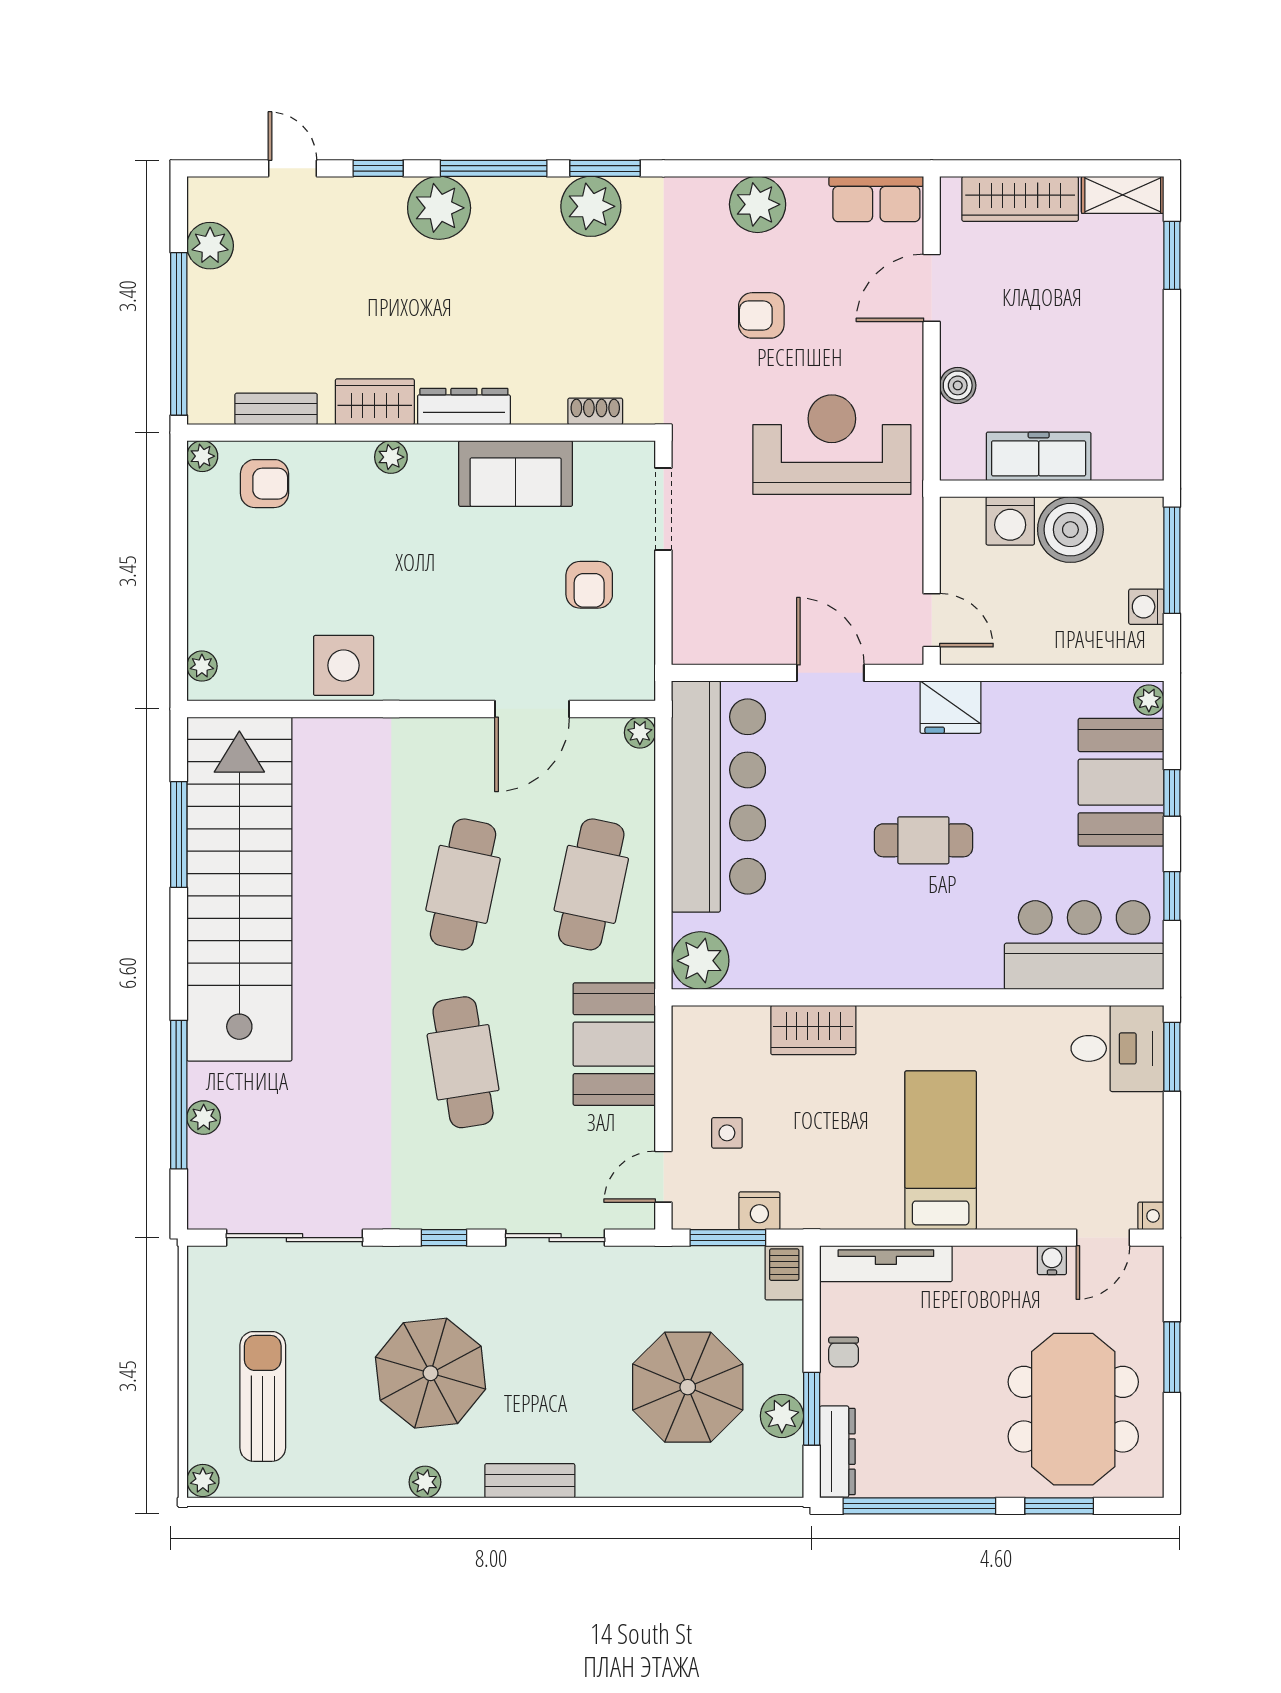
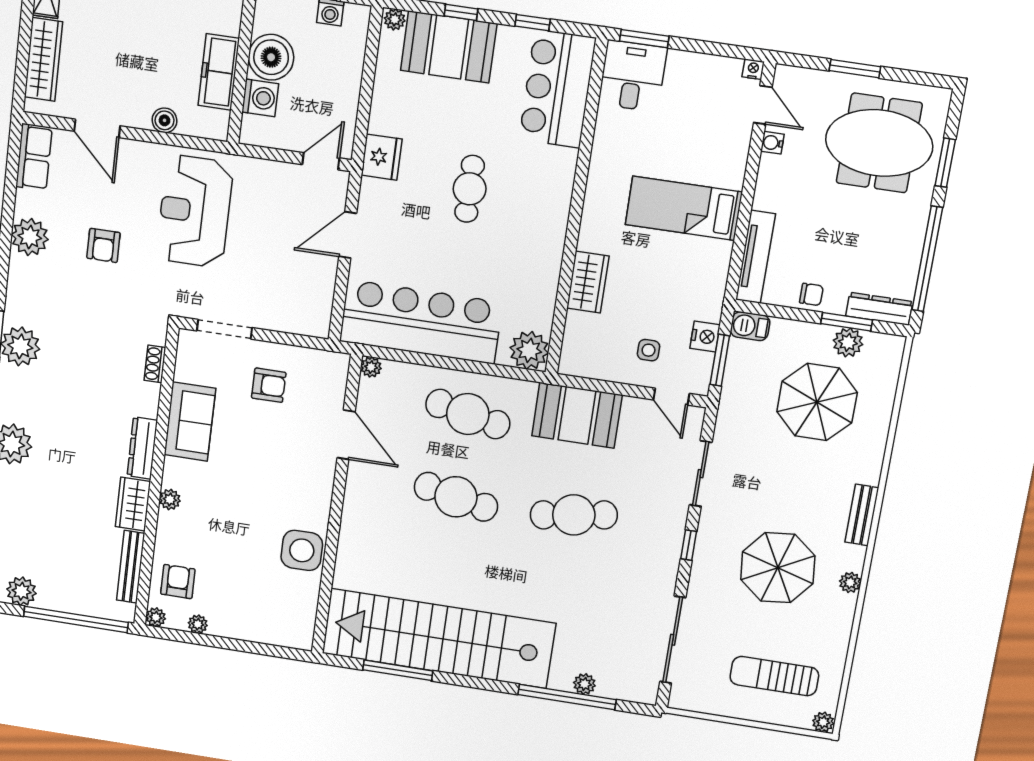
bench: (276, 409) -> (131, 567), width x1.36
plant: (202, 666) -> (198, 624), moved

